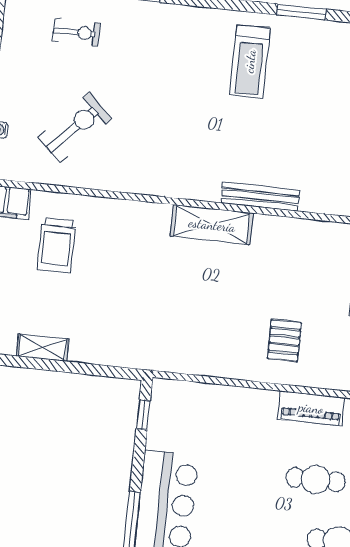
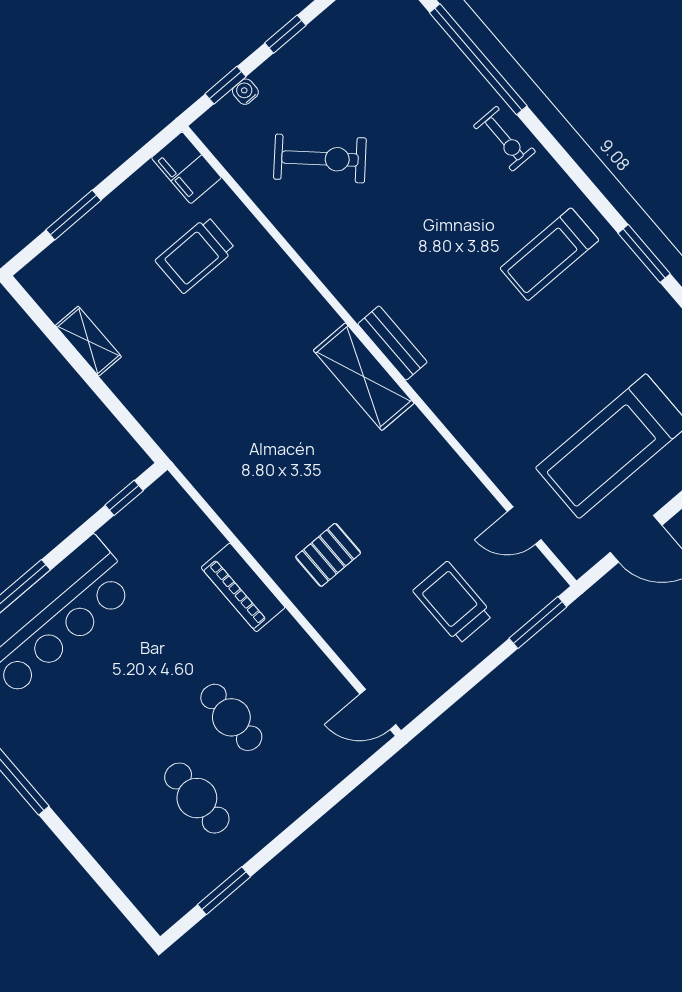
exercise bike: (76, 32) -> (504, 139), moved
bench: (260, 197) -> (393, 343), moved, width x0.73
piano: (311, 408) -> (243, 587), moved

